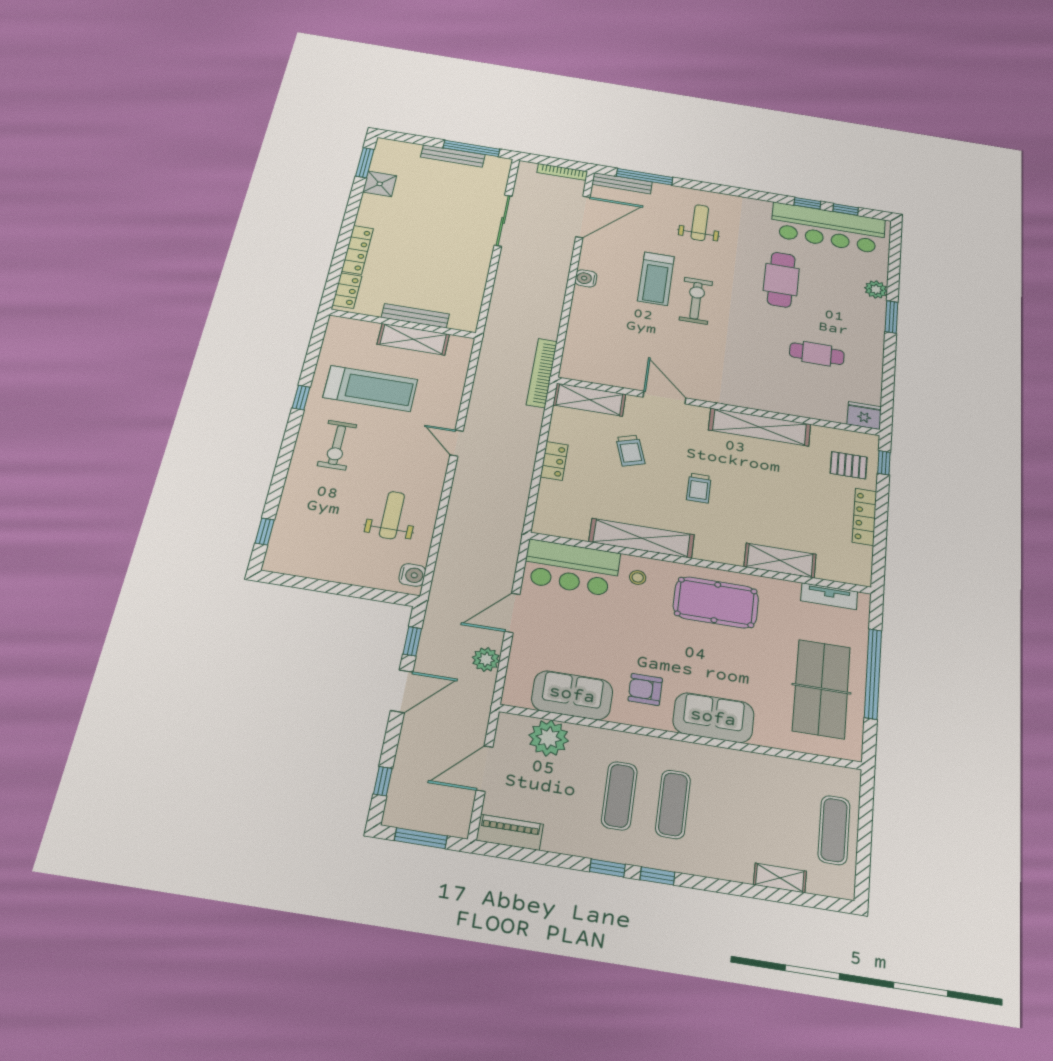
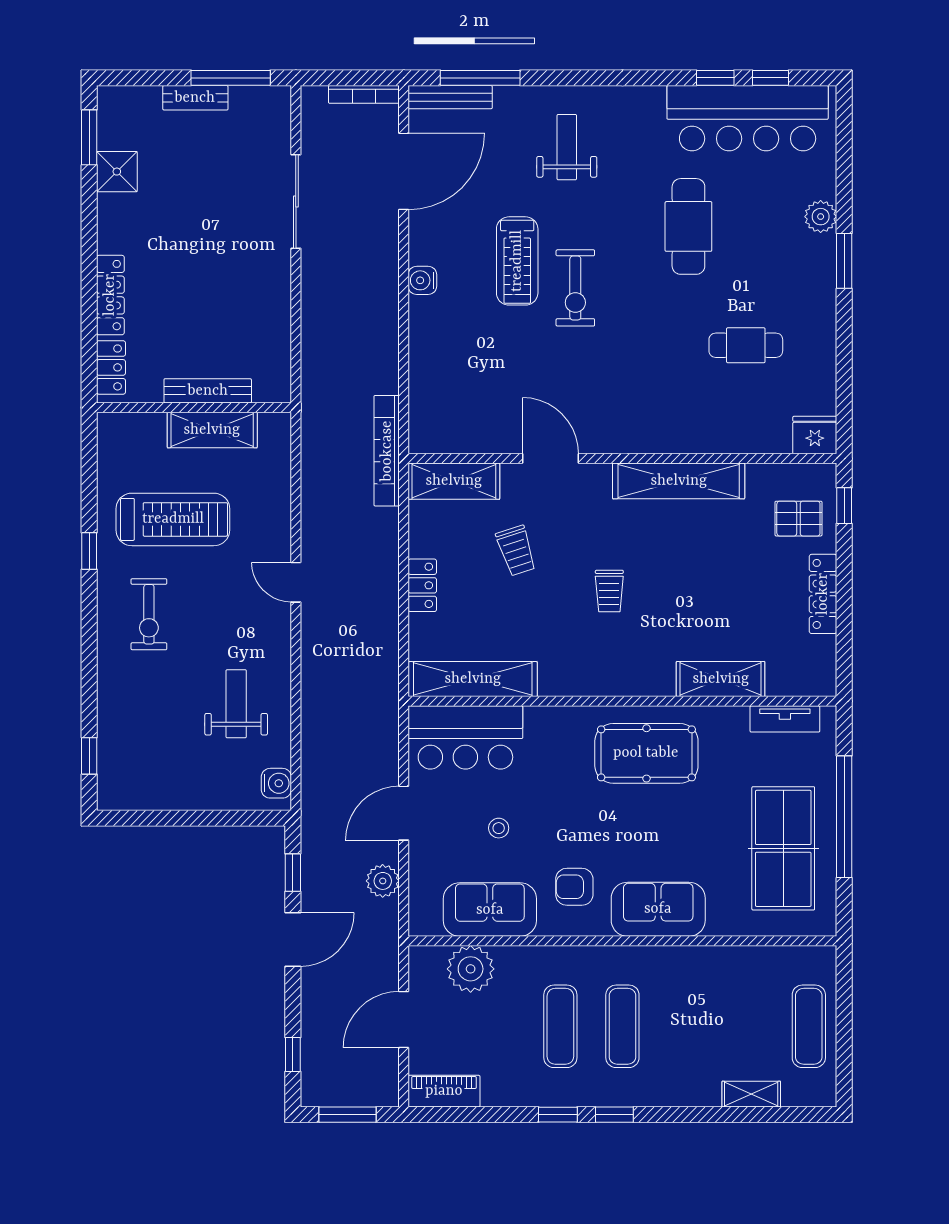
bench: (453, 156) -> (195, 98), width x0.73
exercise bike: (696, 301) -> (575, 288), turned 180
shelving: (642, 538) -> (473, 679), moved
stool: (638, 577) -> (499, 828), moved

